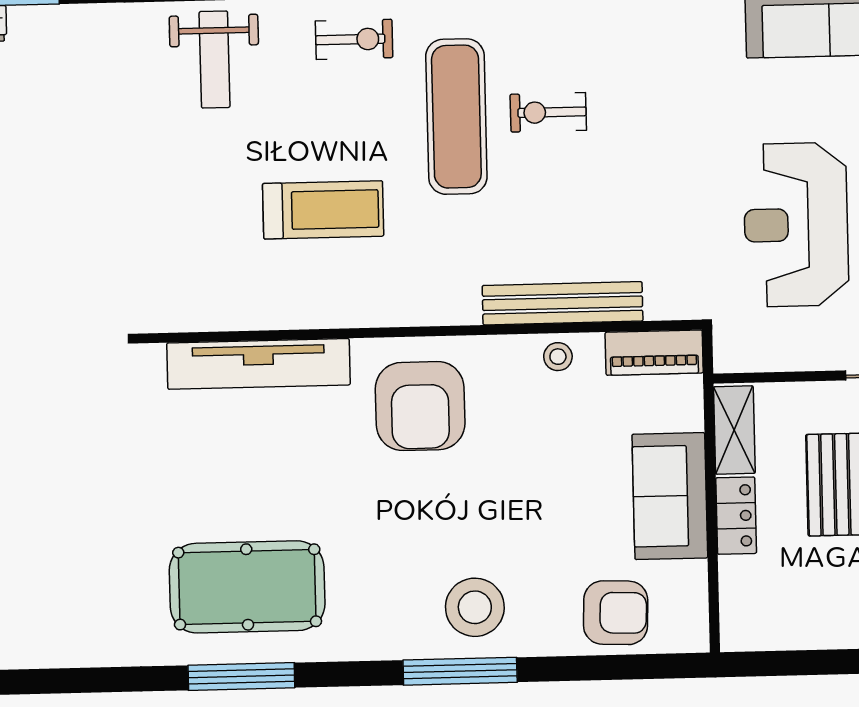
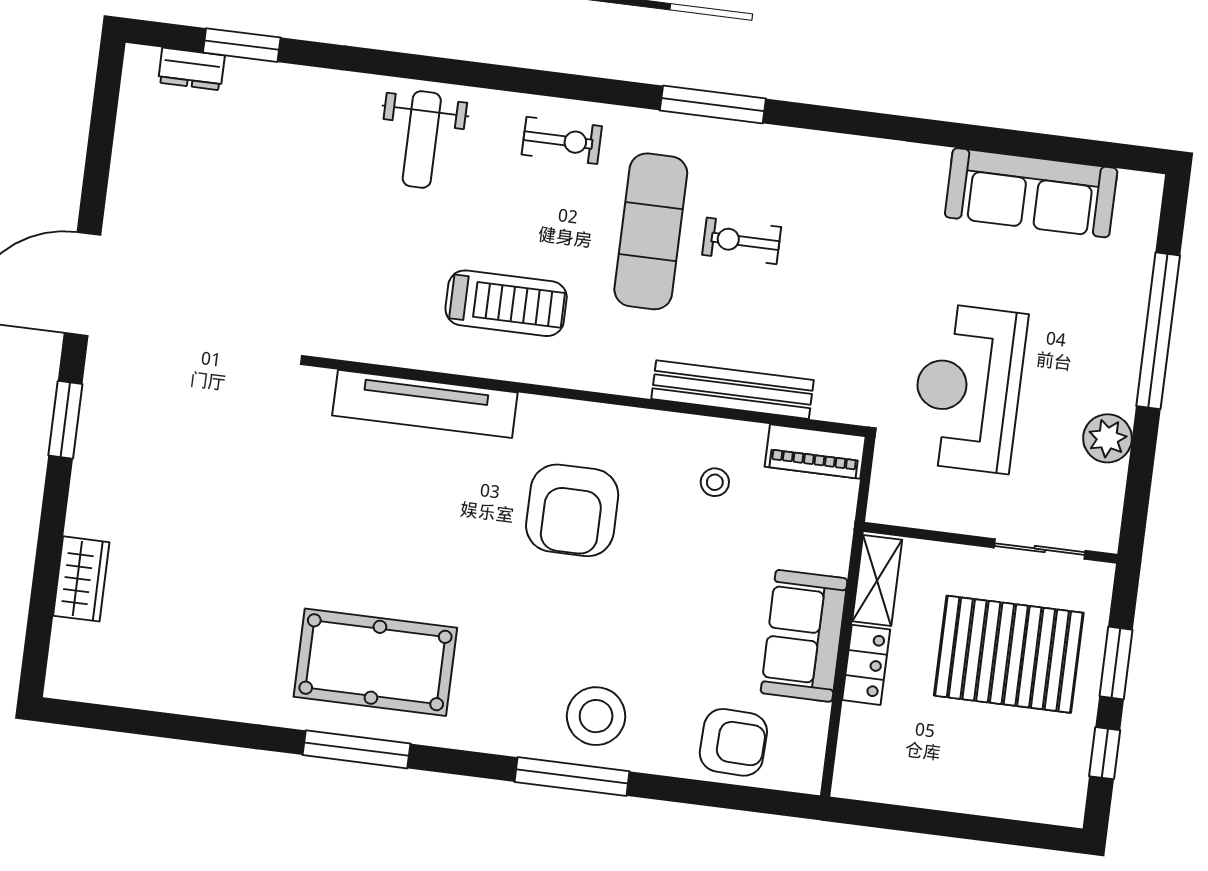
bench: (563, 303) -> (732, 390), moved
wall: (420, 332) -> (588, 396), moved
piano: (654, 353) -> (815, 452), moved
tv unit: (258, 364) -> (425, 404), moved

